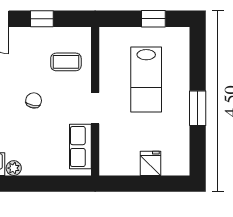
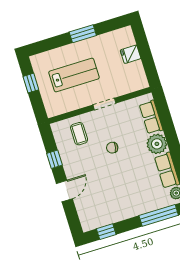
row of seats: (80, 147) -> (151, 117), moved, turned 90
plant: (14, 168) -> (157, 144), width x1.87, depth x1.87

